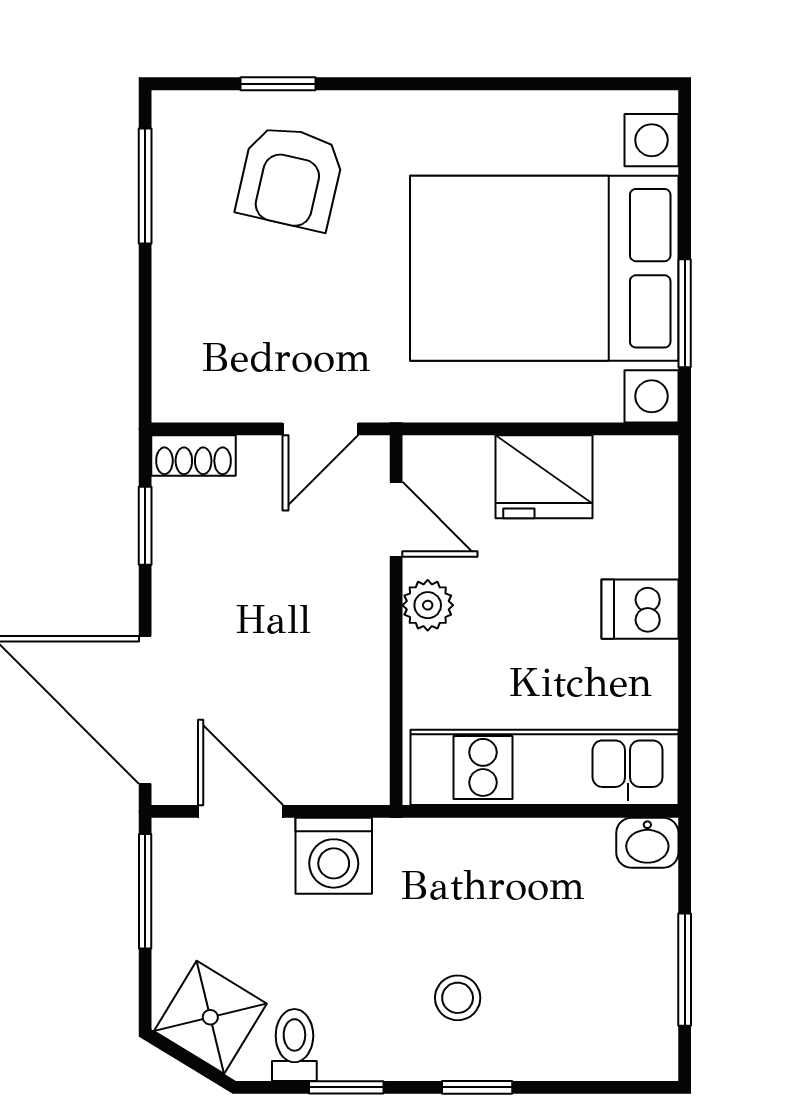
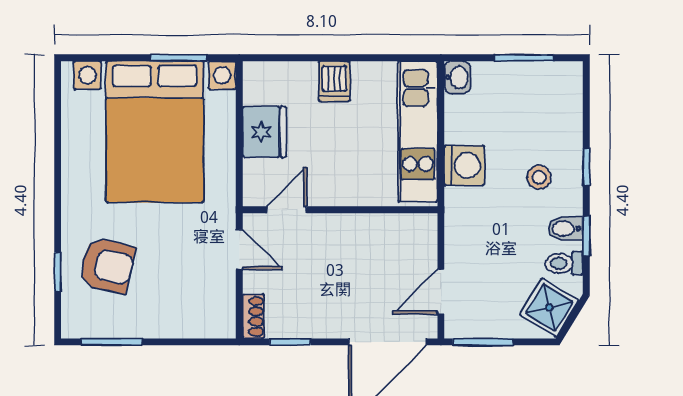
plant: (428, 605) -> (332, 193), removed
washing machine: (334, 856) -> (464, 165), moved
bidet: (360, 1049) -> (566, 229), added

